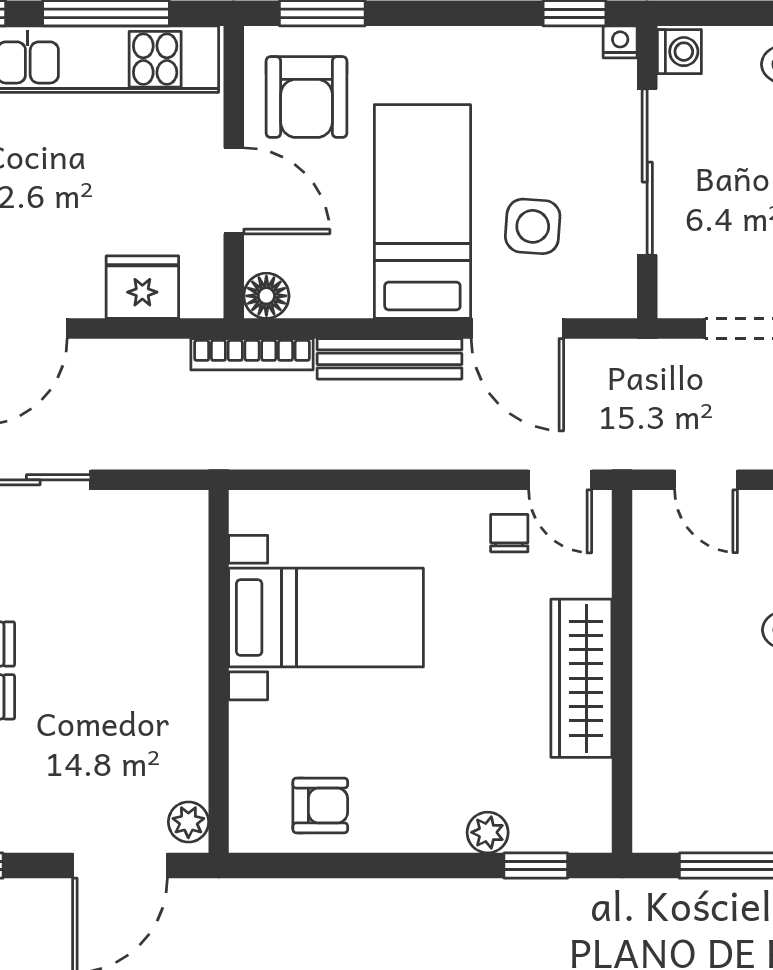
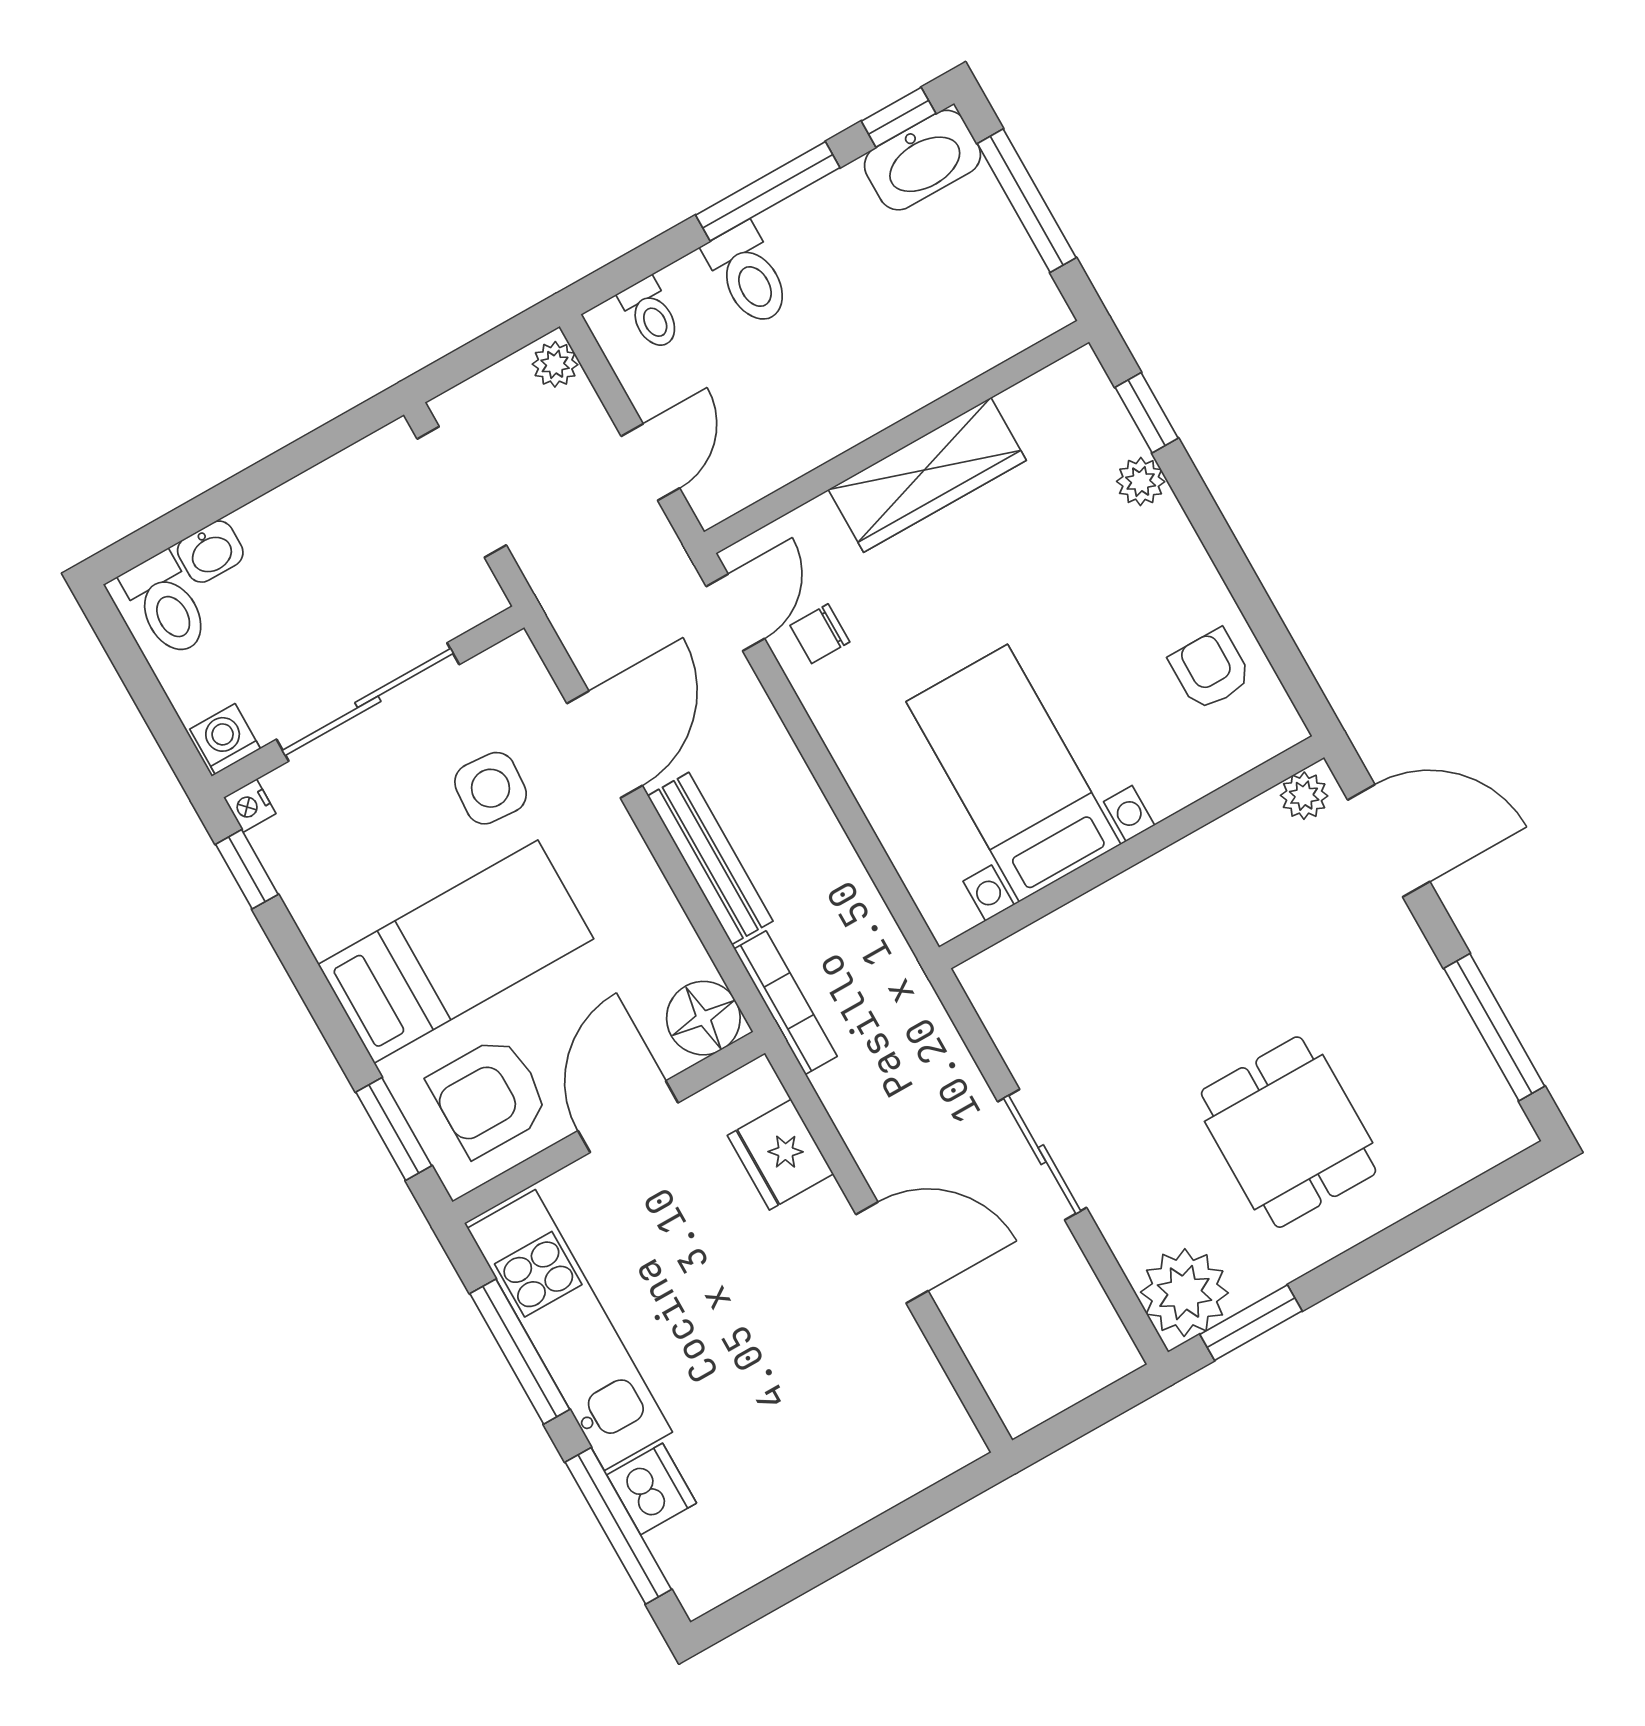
armchair: (306, 97) -> (489, 1096), turned 180
bed: (422, 212) -> (456, 952), moved, turned 180
floor lamp: (266, 296) -> (703, 1018), width x1.38, depth x1.38

